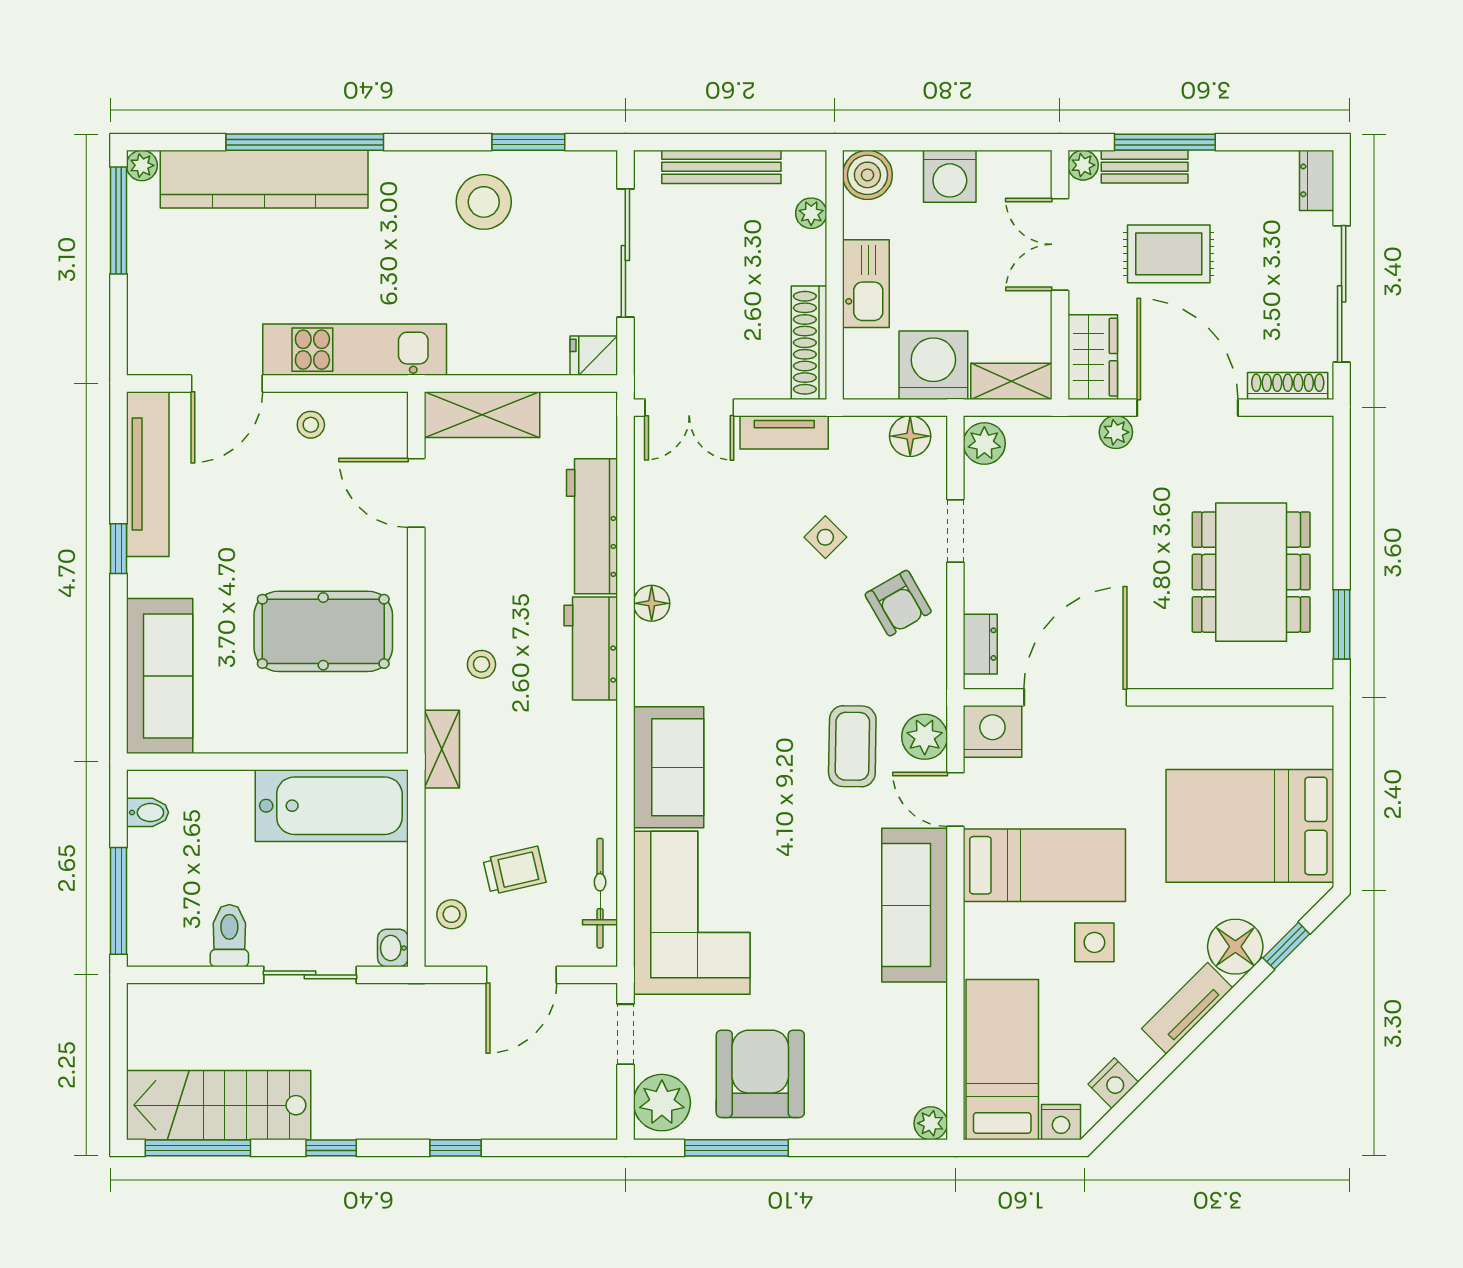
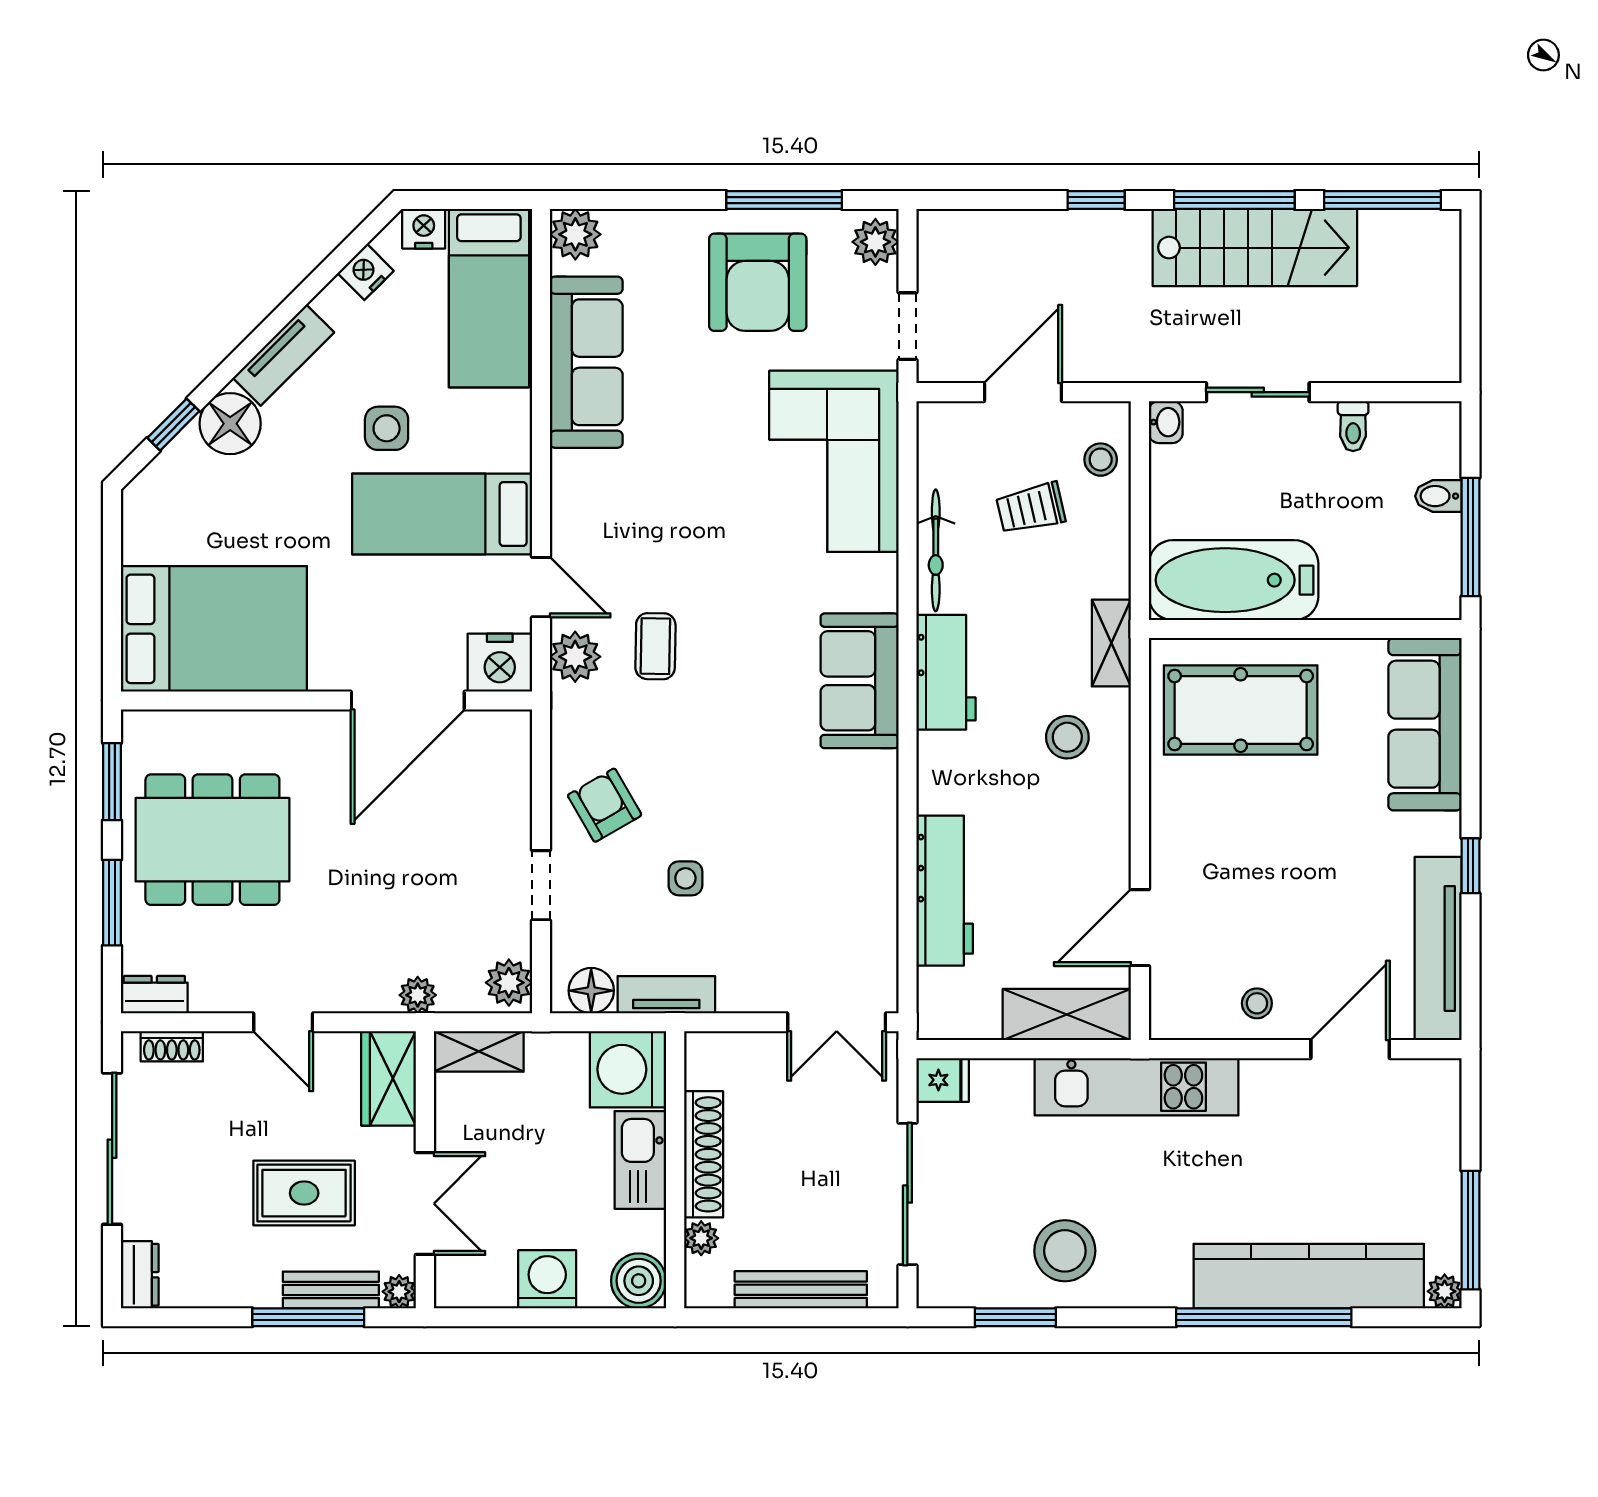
shoe rack: (809, 343) -> (704, 1154), moved
kitchen unit: (355, 350) -> (1137, 1087), moved
washing machine: (933, 365) -> (628, 1069), moved, turned 90
shoe rack: (1288, 386) -> (172, 1046), width x0.70
double door: (689, 408) -> (837, 1022), swing flipped
door: (1188, 408) -> (283, 1022), width x0.53
tv unit: (784, 432) -> (666, 995), moved
plant: (1116, 432) -> (418, 995), moved
door: (416, 493) -> (1140, 928), swing flipped
window: (1342, 515) -> (112, 903), added
side table: (825, 537) -> (685, 878), turned 45
dining table: (1251, 572) -> (212, 840), turned 90
floor lamp: (652, 603) -> (878, 805), removed
pool table: (323, 631) -> (1241, 710), moved
dresser: (980, 644) -> (154, 995), moved, turned 90
workbench: (591, 649) -> (946, 672), moved
stool: (481, 664) -> (1067, 737), width x1.37, depth x1.37
coffee table: (852, 746) -> (655, 646), width x0.73, depth x0.77
sofa: (669, 767) -> (860, 681), moved
bidet: (148, 812) -> (1438, 496), moved
bed: (1250, 826) -> (214, 629), moved
bicycle: (600, 893) -> (936, 550), moved
window: (119, 901) -> (1471, 537), moved
sofa: (915, 905) -> (586, 362), moved
toilet: (229, 936) -> (1353, 426), width x0.73, depth x0.72
plant: (662, 1103) -> (875, 242), width x0.73, depth x0.73
stairs: (219, 1105) -> (1255, 248), moved
plant: (931, 1123) -> (575, 234), width x1.38, depth x1.38
window: (331, 1148) -> (1234, 200), width x2.17

